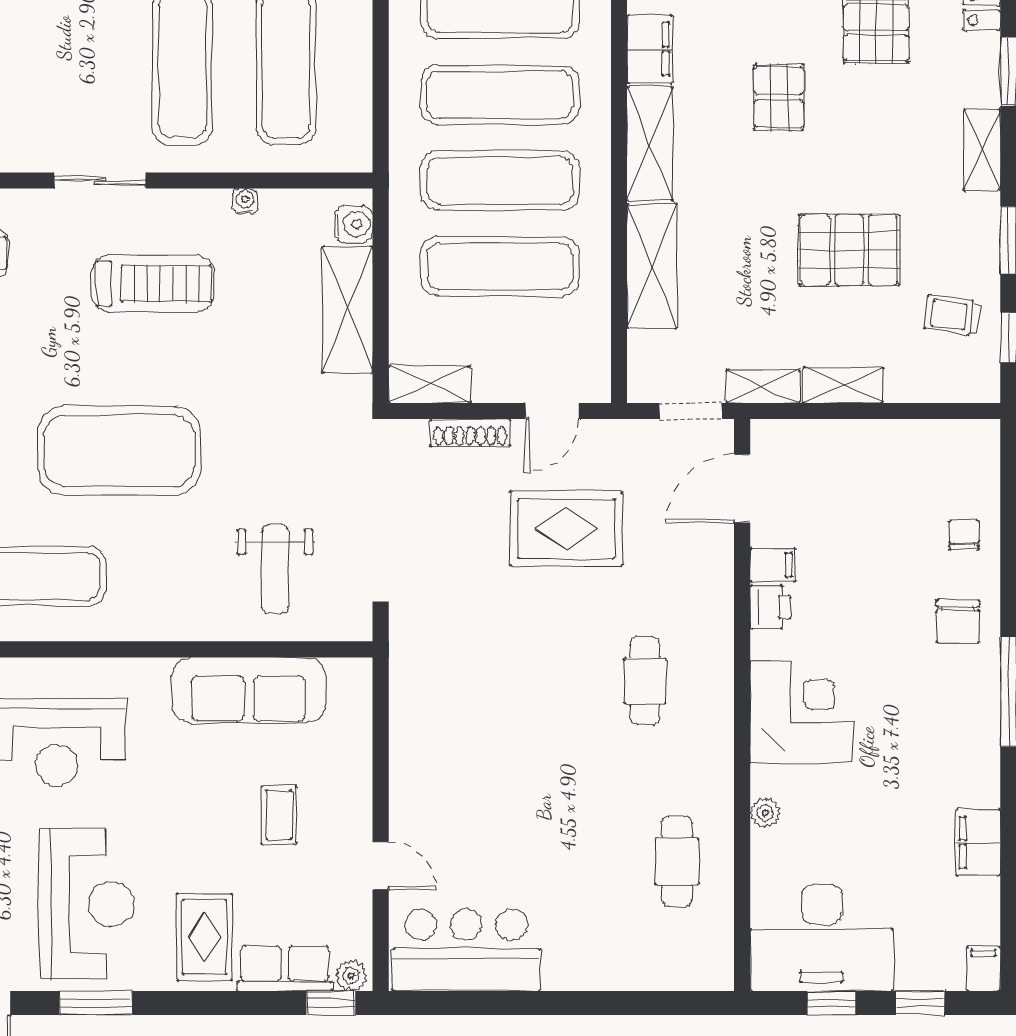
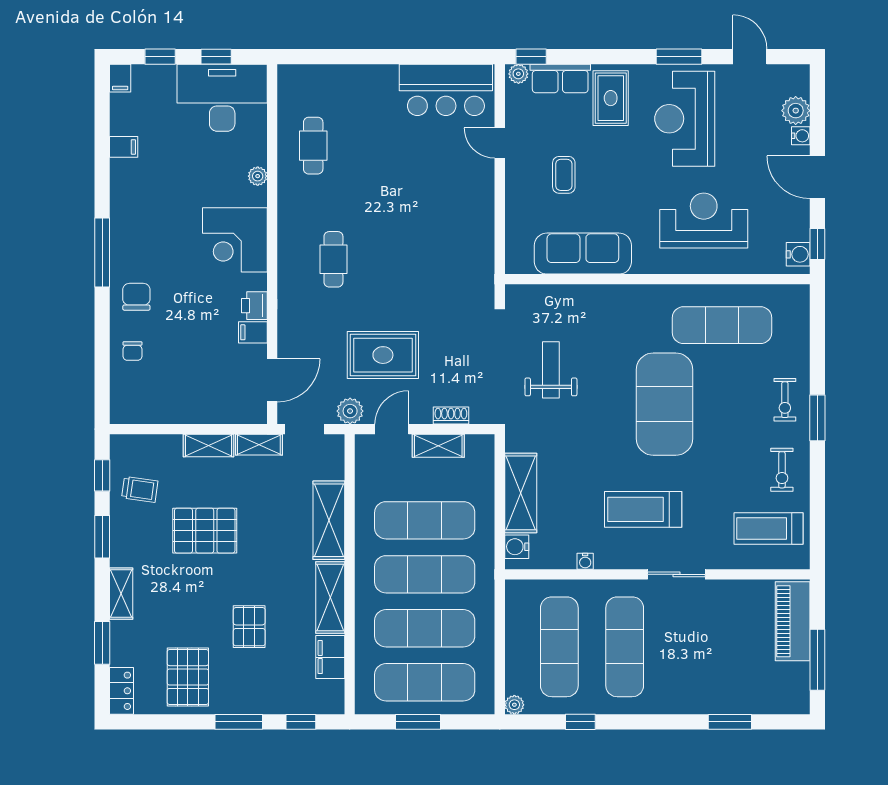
shelving: (430, 385) -> (438, 446), moved
shoe rack: (470, 433) -> (451, 416), width x0.70
plant: (618, 440) -> (350, 411), added
exercise mat: (119, 451) -> (664, 404), turned 90
weight bench: (275, 569) -> (551, 370), moved
filing cabinet: (978, 843) -> (124, 147), width x0.50

